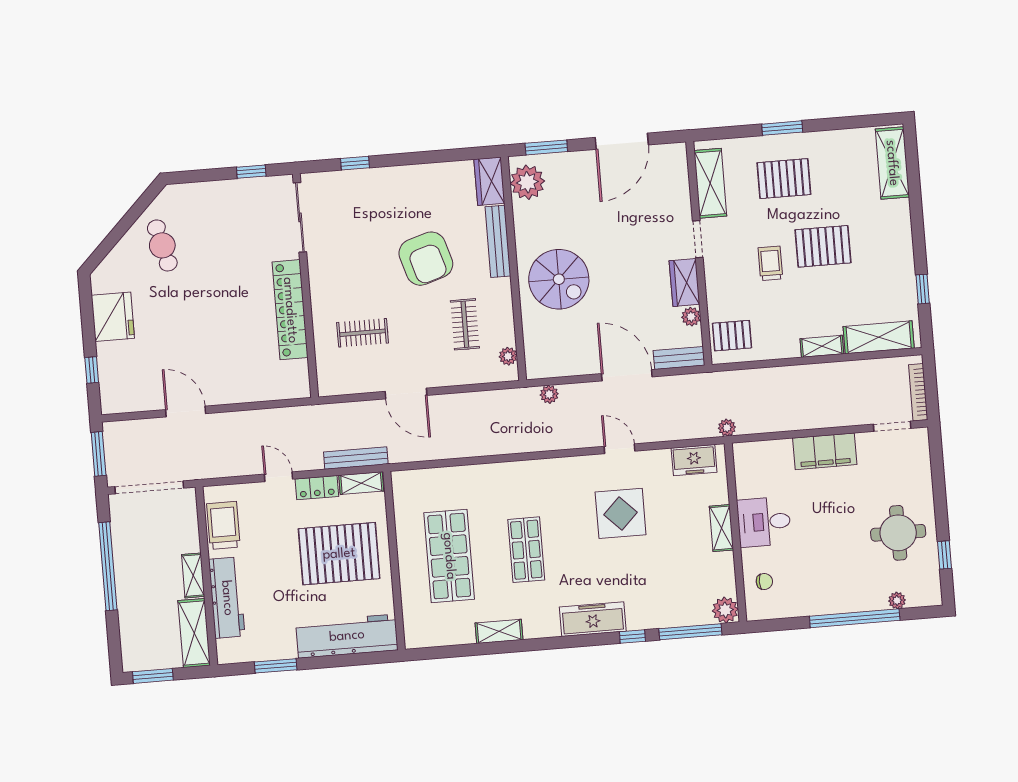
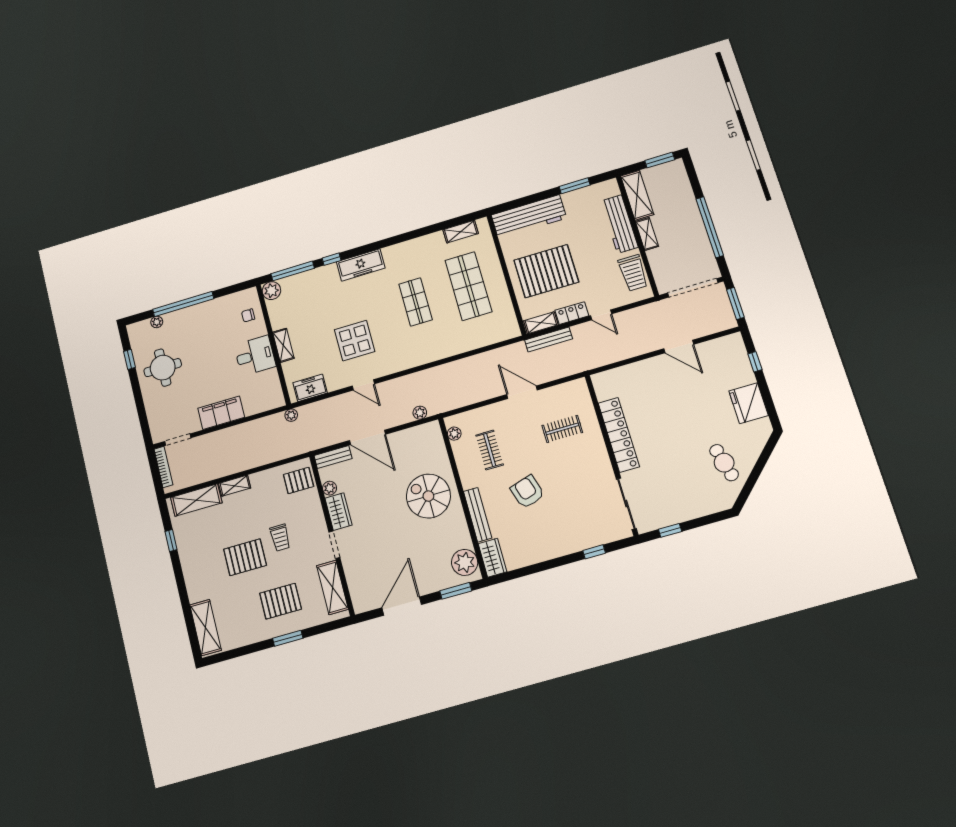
armchair: (426, 259) -> (527, 492), width x0.73, depth x0.73
shelving: (499, 631) -> (461, 232), moved

